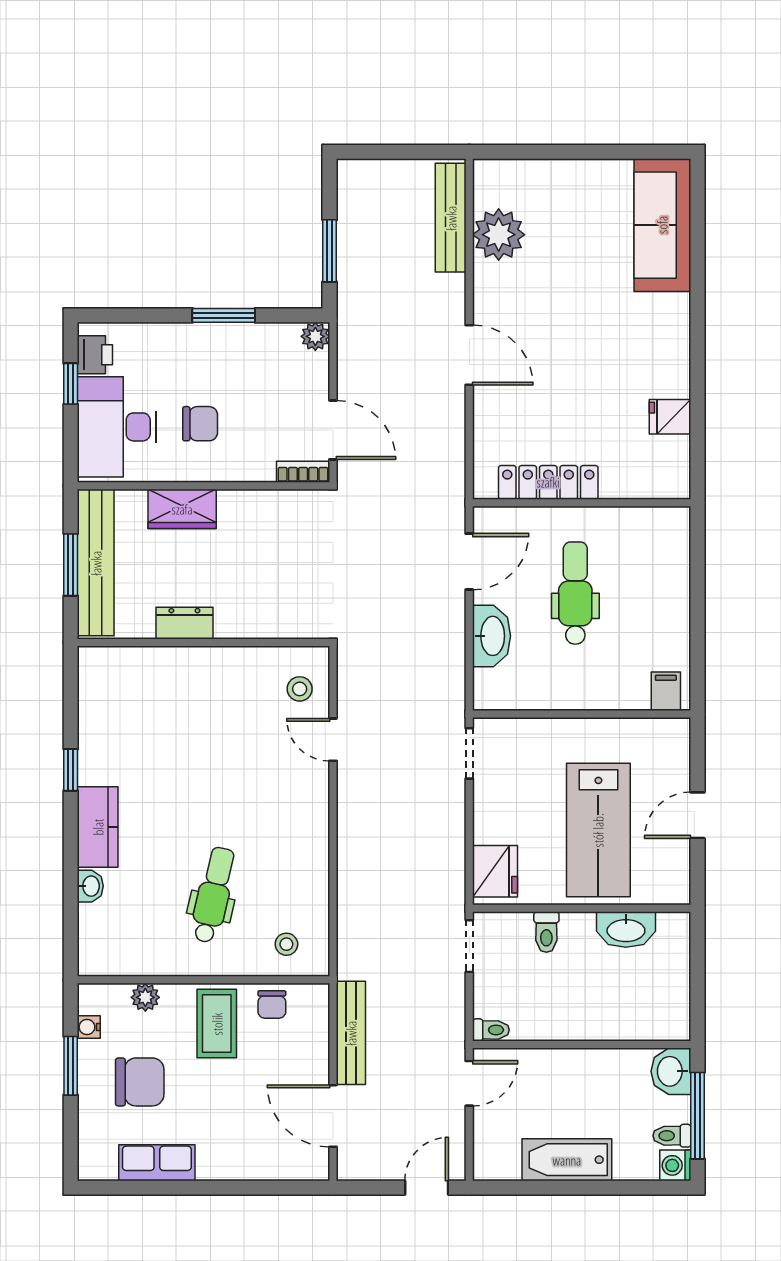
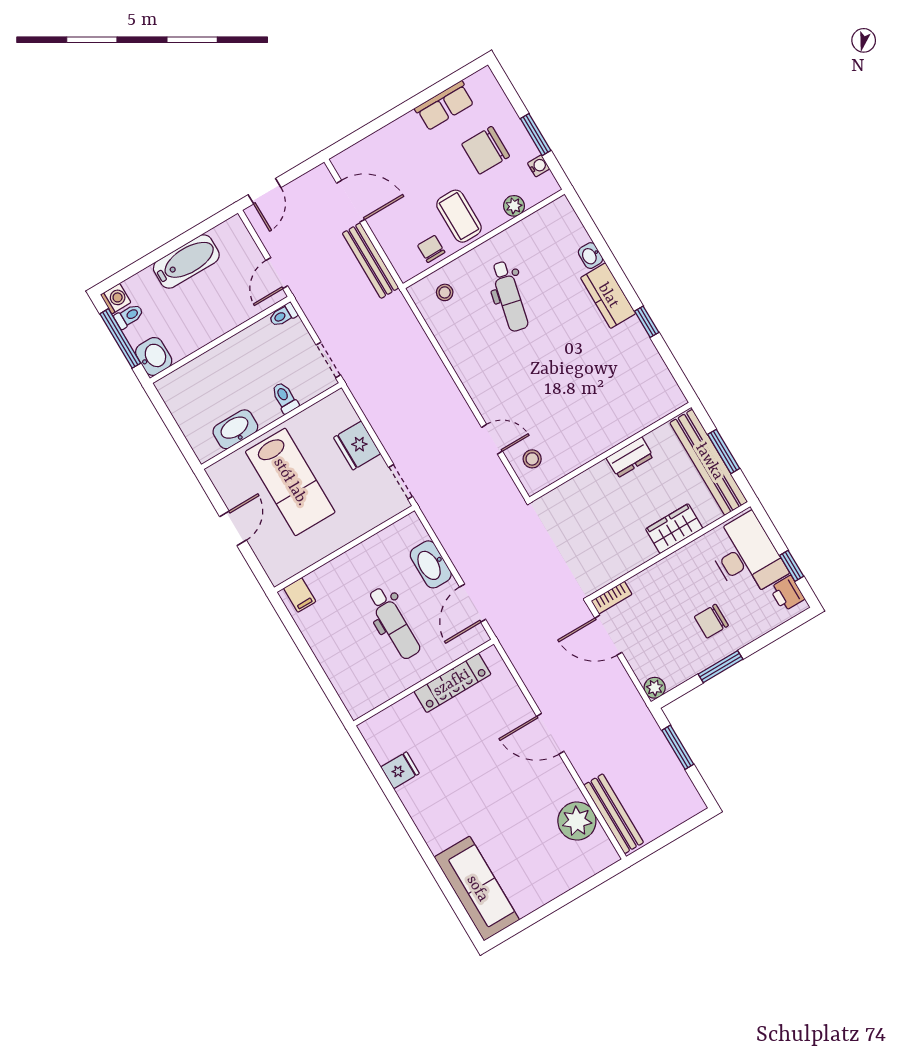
chair: (200, 424) -> (711, 621), moved
lab bench: (598, 830) -> (290, 482), turned 180
fridge: (495, 871) -> (357, 446), moved

